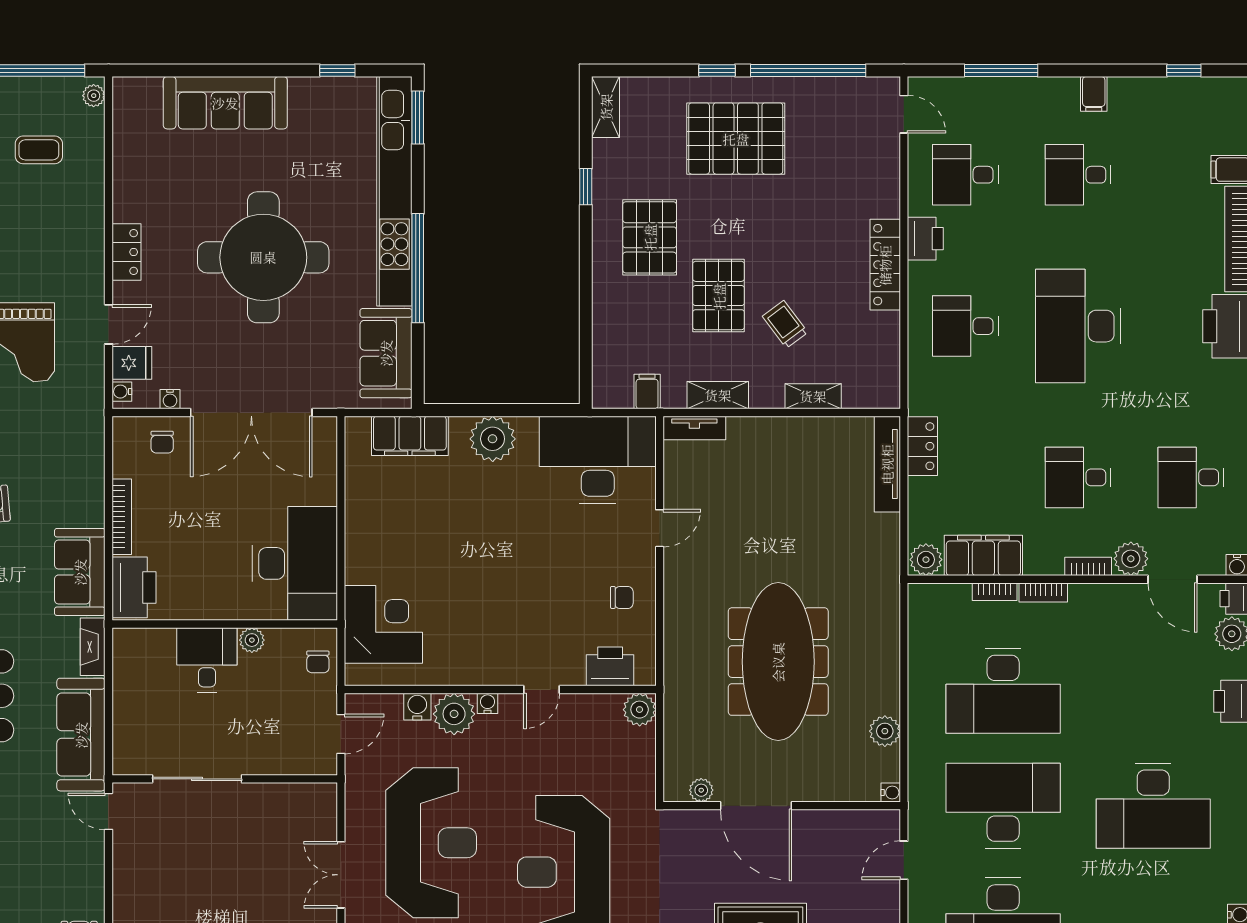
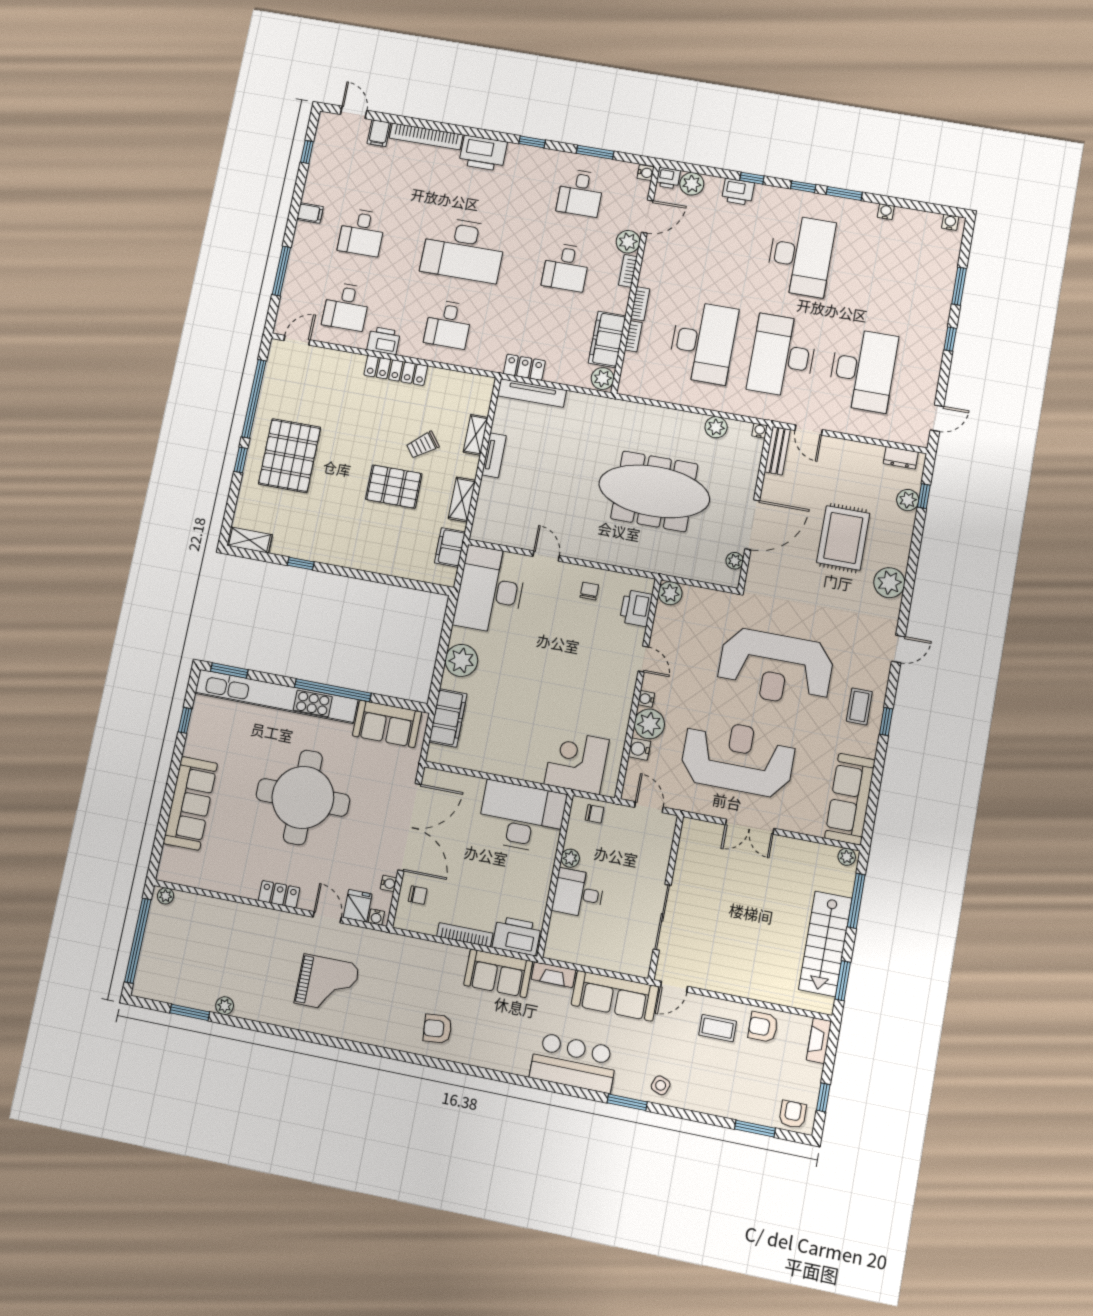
coffee table: (39, 150) -> (718, 1028), moved, turned 90
pallet: (650, 237) -> (344, 526), removed
filing cabinet: (647, 392) -> (450, 547), width x2.00
tv unit: (694, 428) -> (494, 455), moved
bench: (867, 822) -> (777, 451), added

